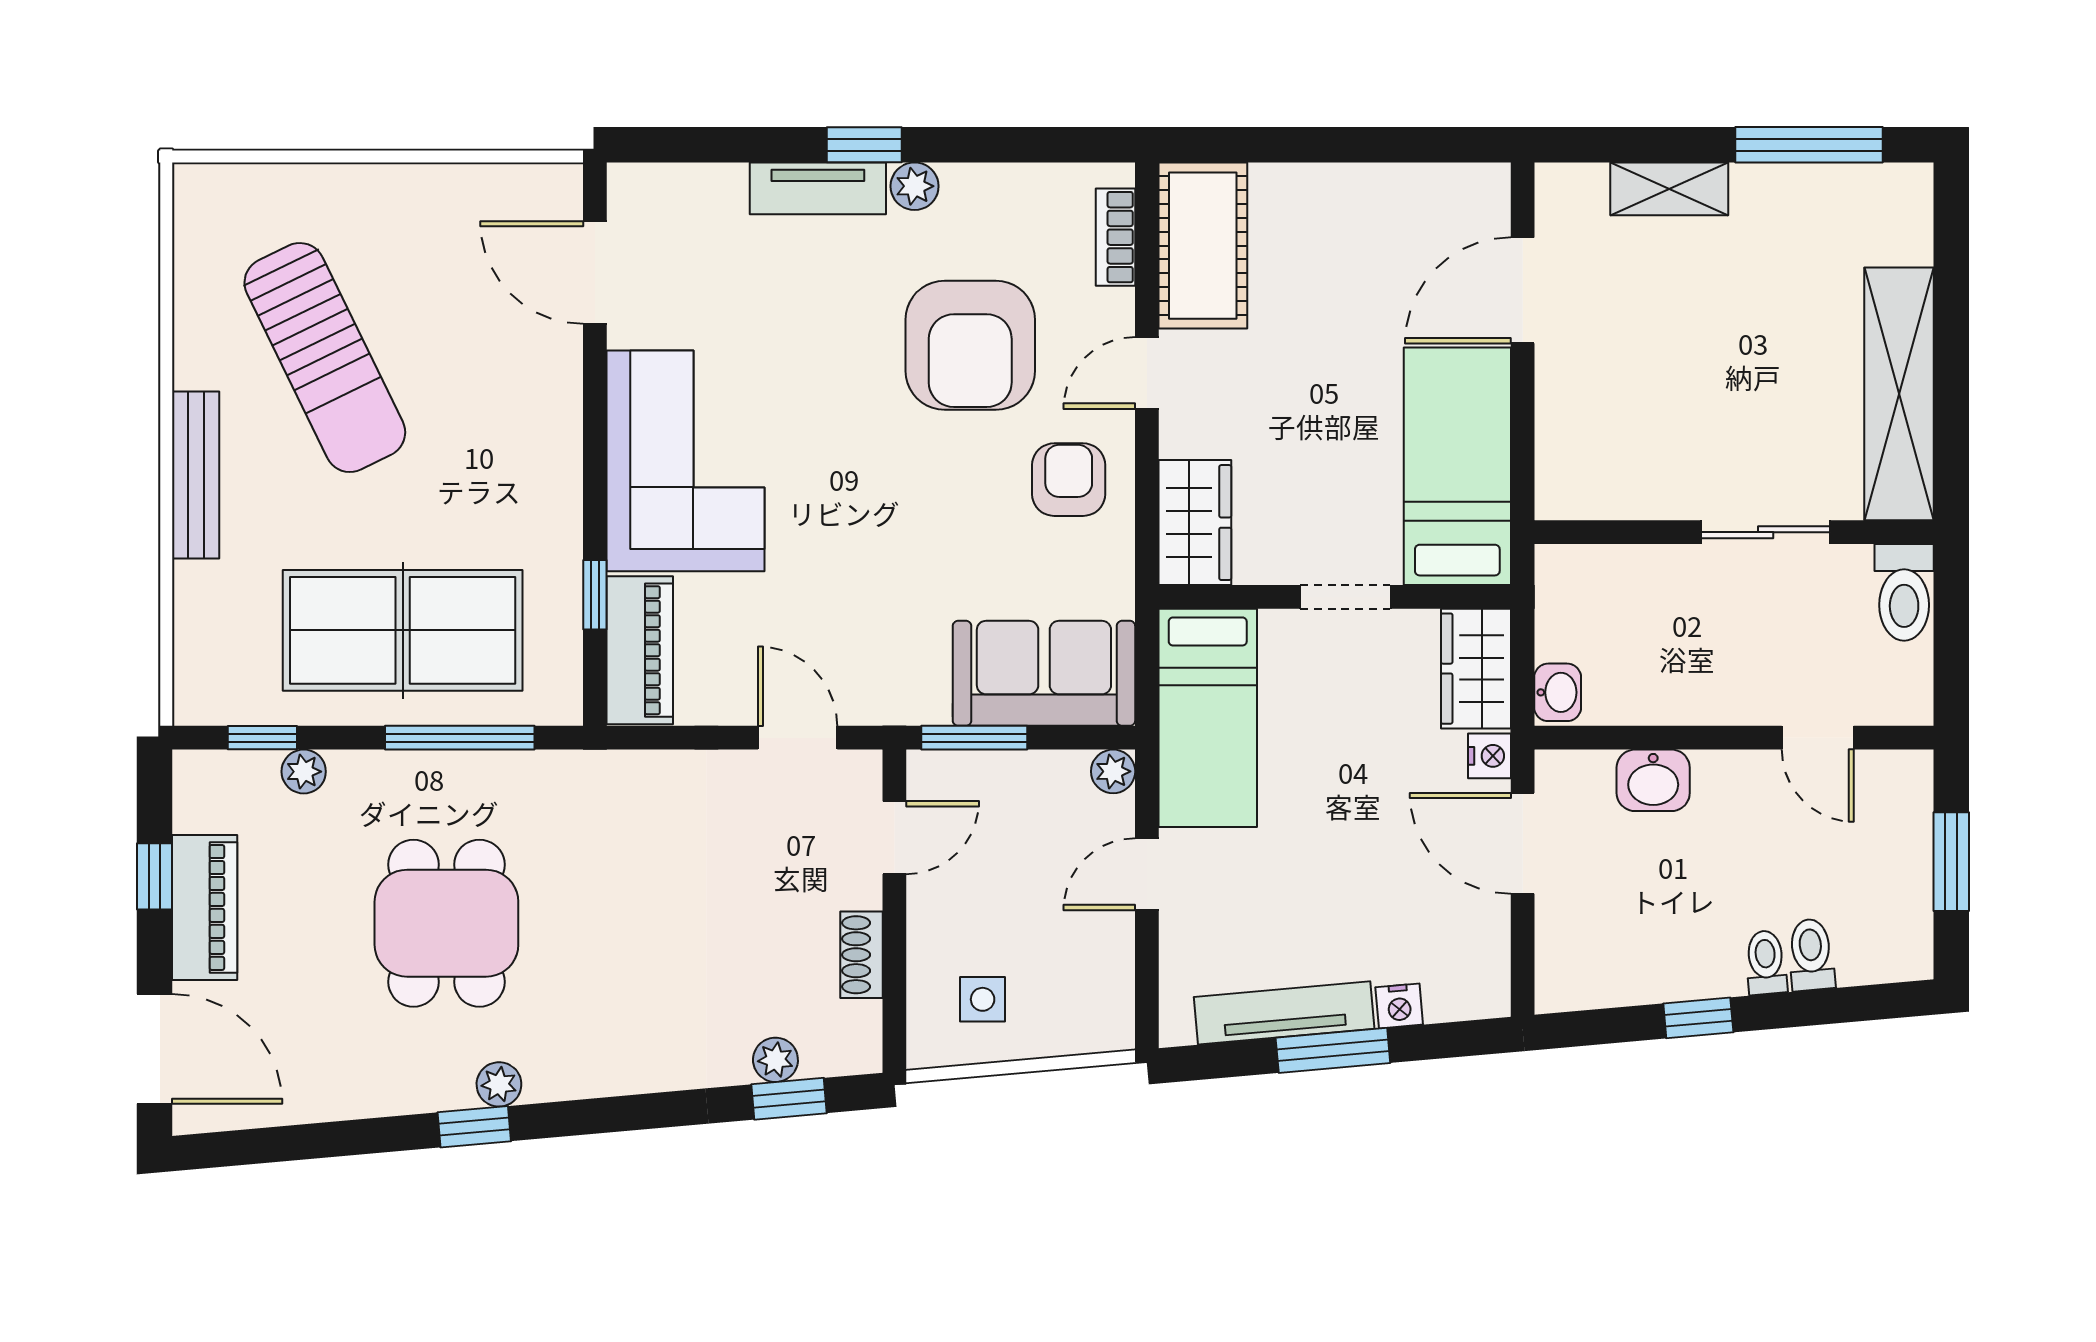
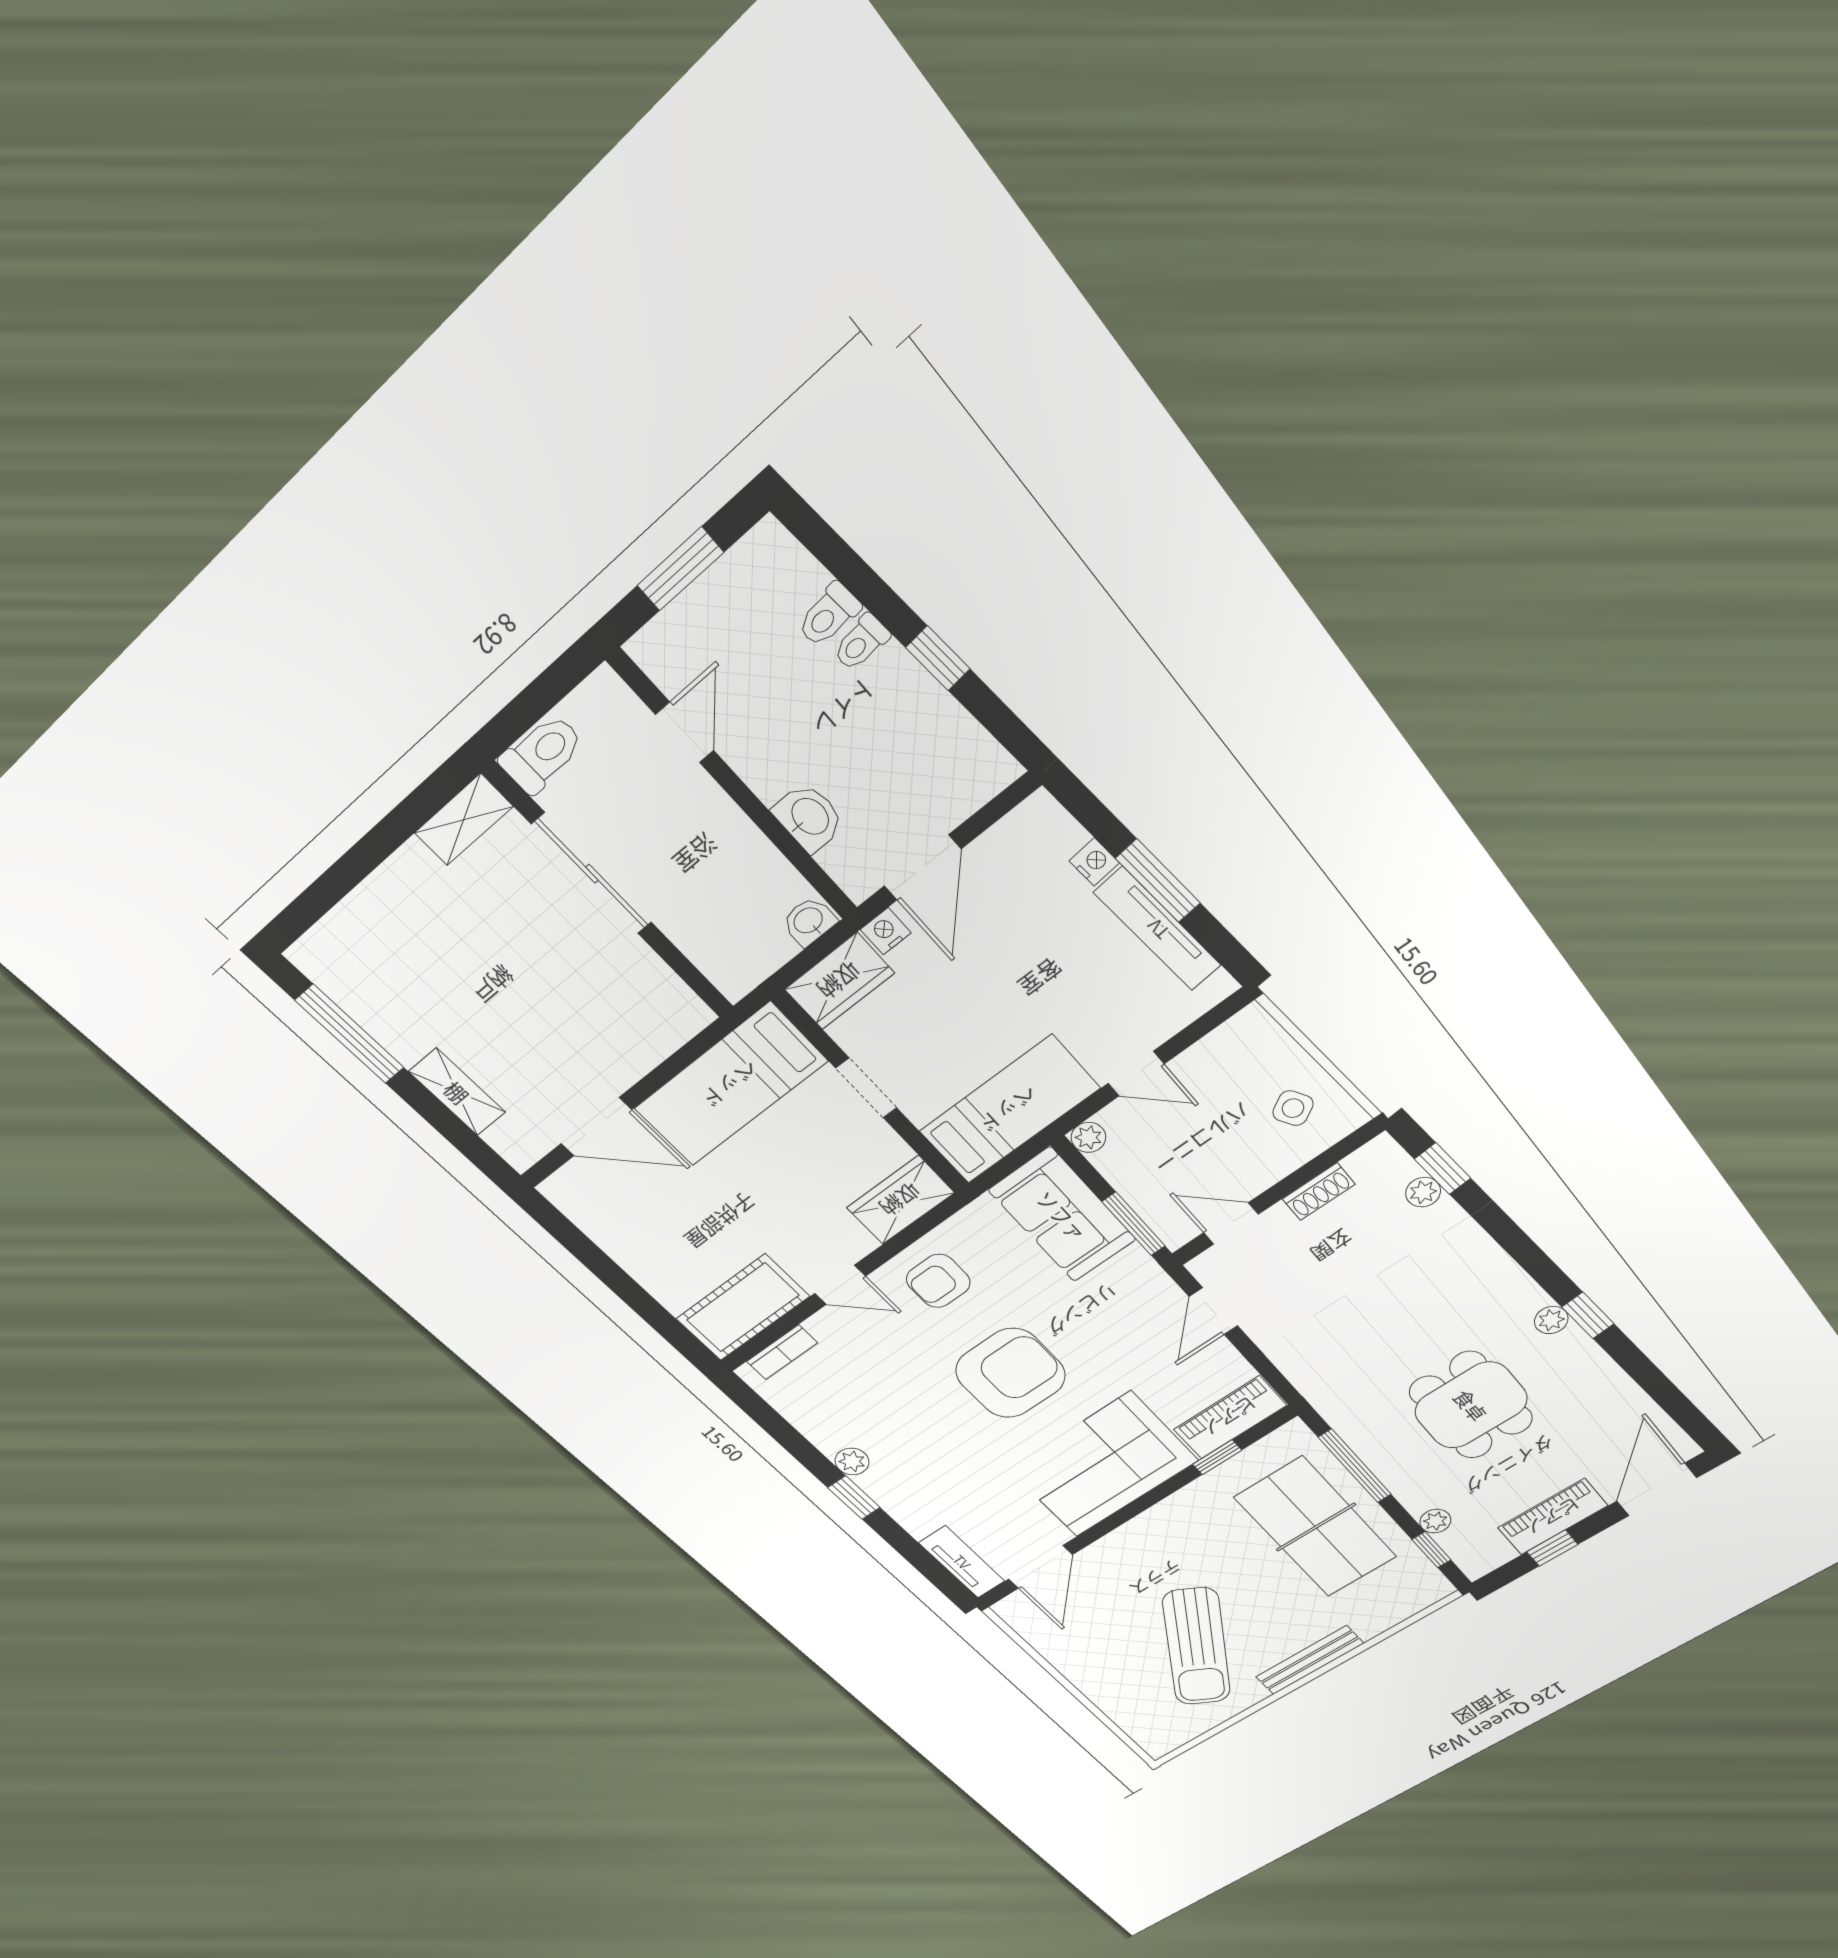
tv unit: (818, 188) -> (962, 1562), moved
armchair: (970, 345) -> (1011, 1373), moved
sun lounger: (325, 358) -> (1197, 1647), turned 147
shelving: (1899, 394) -> (464, 820), width x0.45, depth x0.75
sliding door: (1766, 532) -> (592, 874), width x1.37
dining table: (446, 923) -> (1471, 1405), turned 90
side table: (983, 999) -> (1293, 1108), turned -31

